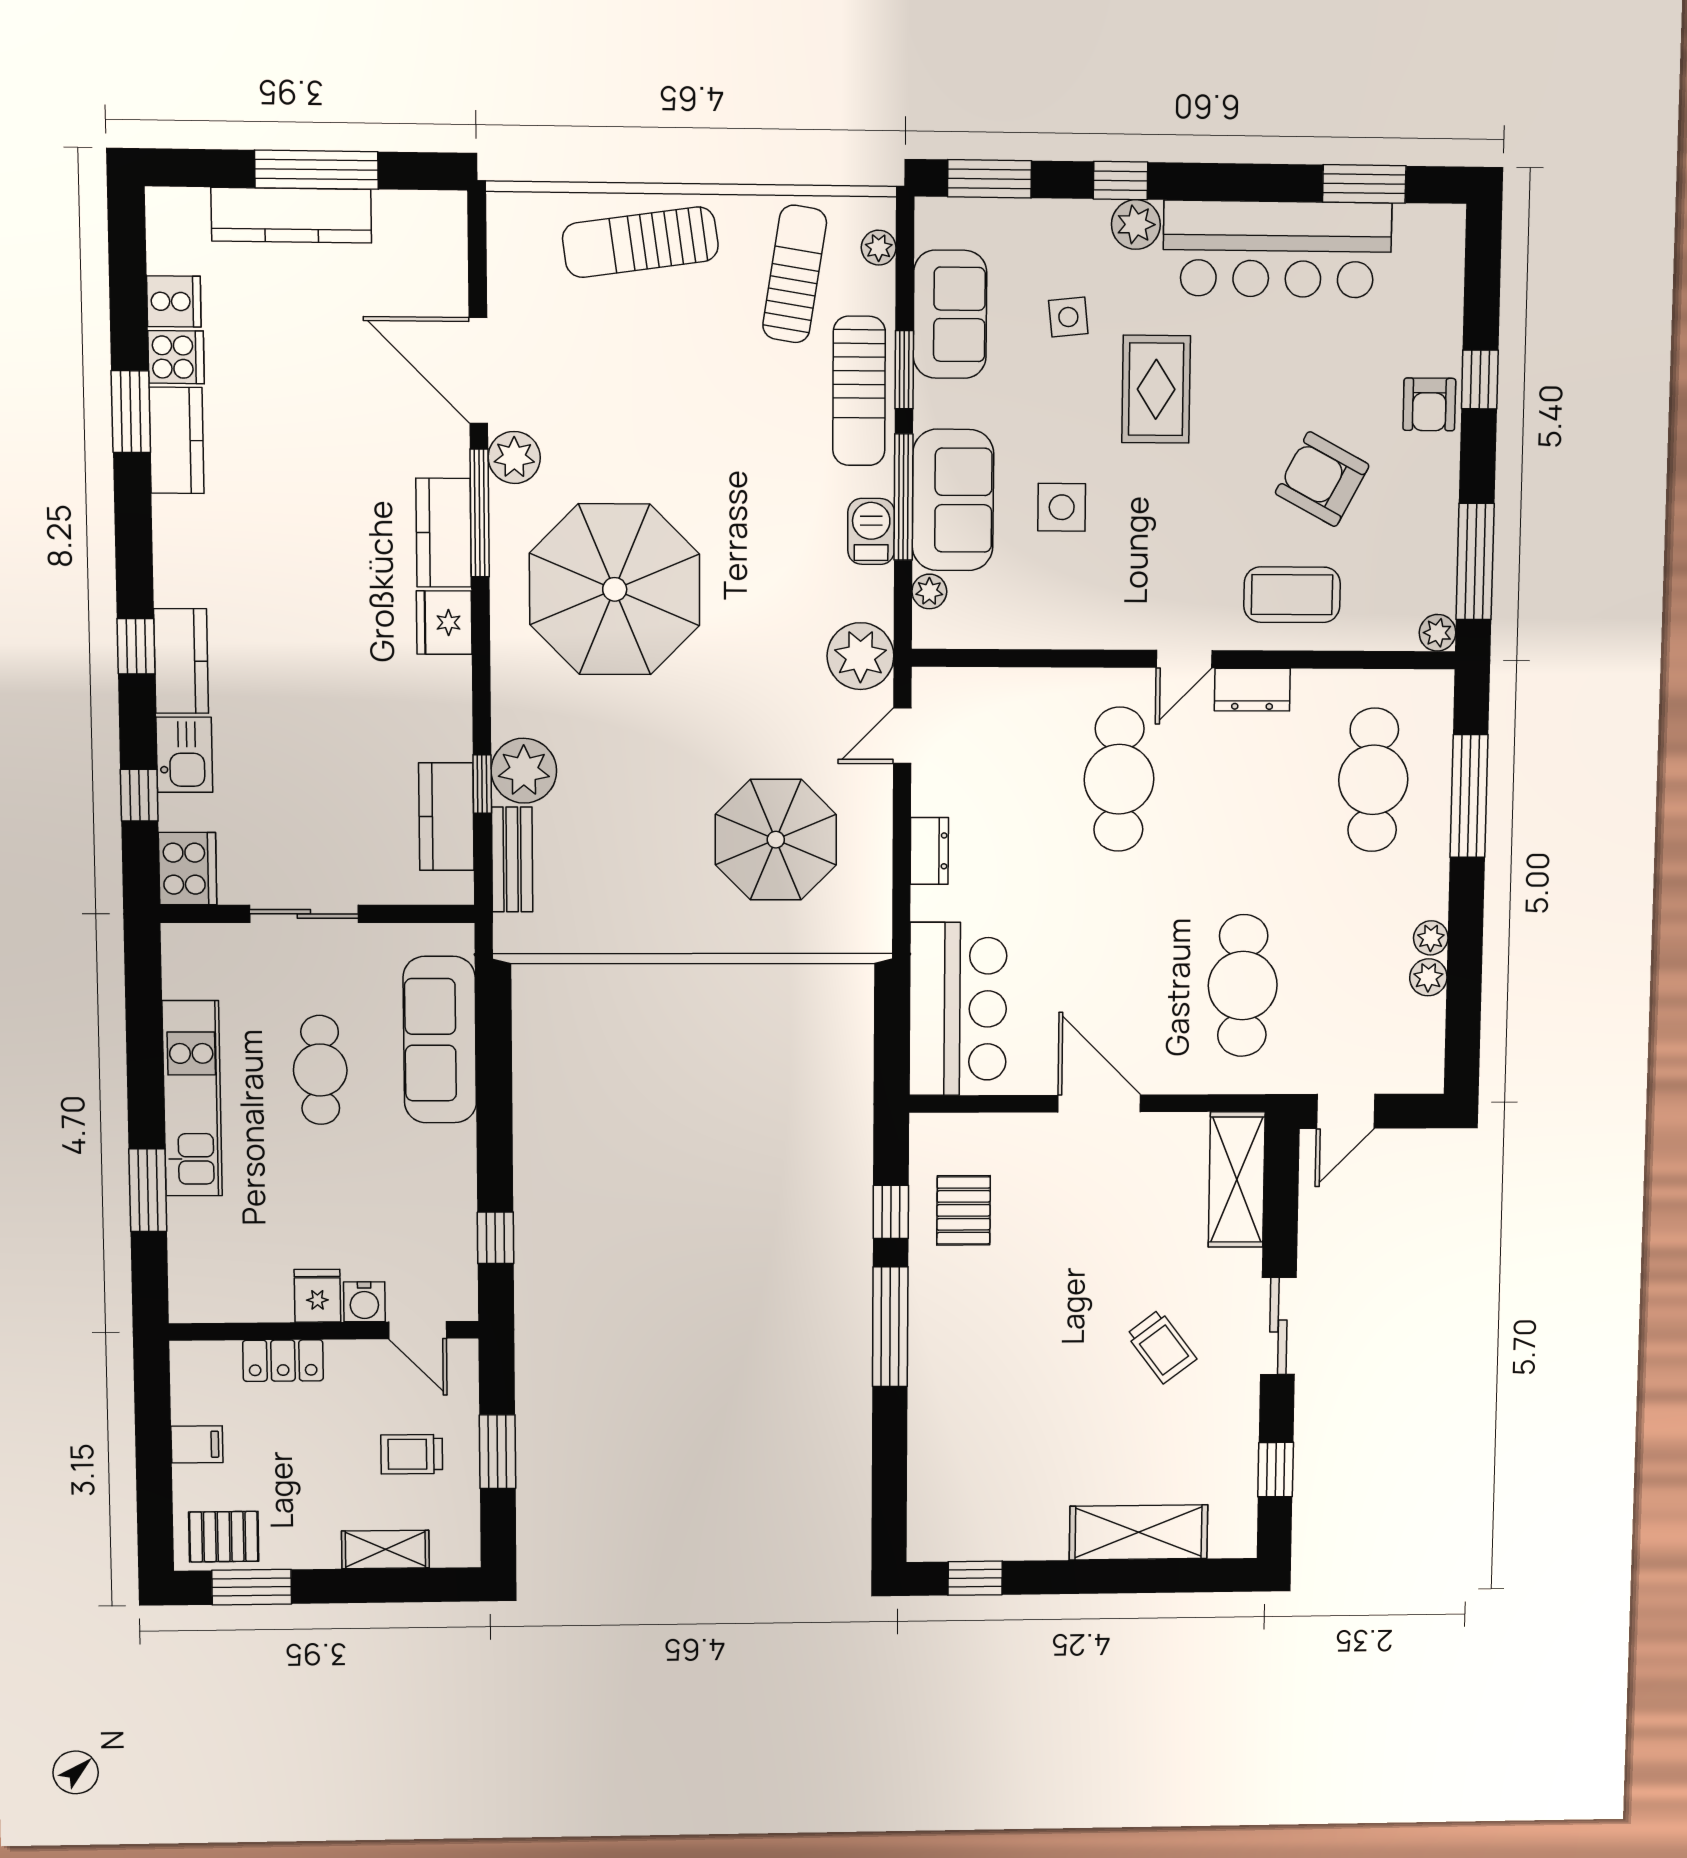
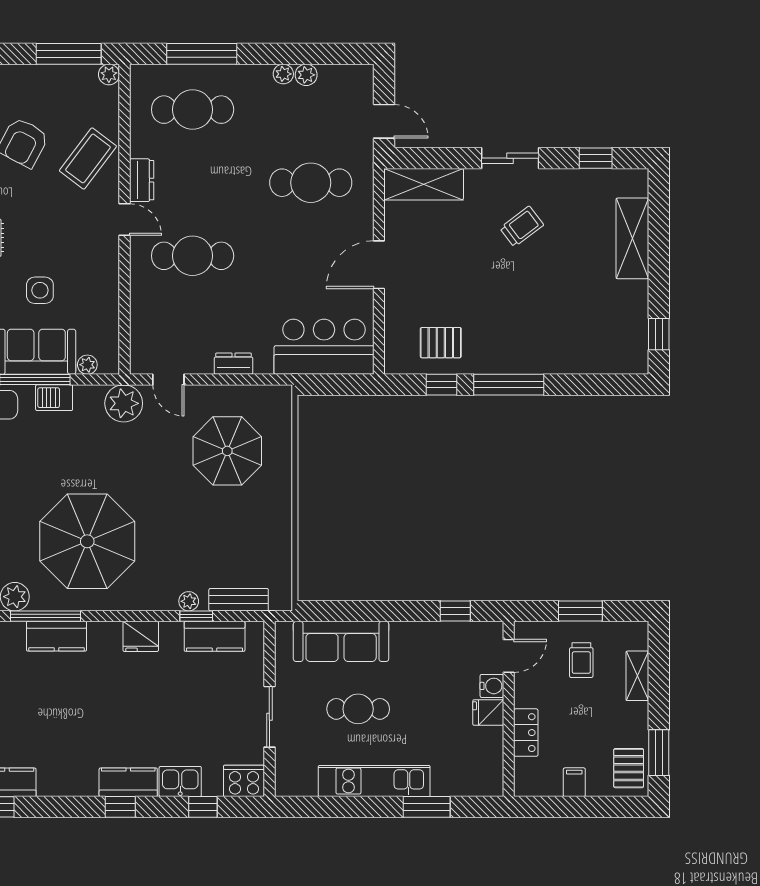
coffee table: (1292, 595) -> (88, 158), turned 37
fridge: (444, 623) -> (141, 636), moved
plant: (524, 771) -> (189, 601), width x0.53, depth x0.53

